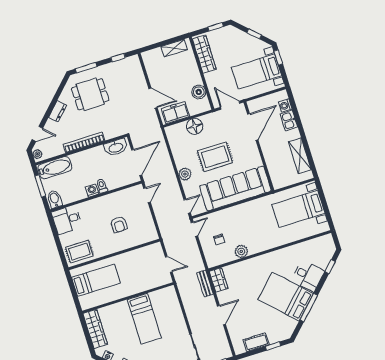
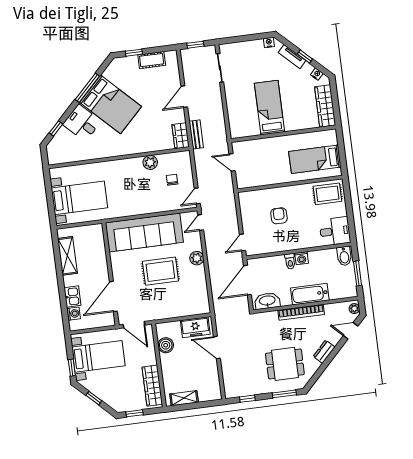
floor lamp: (195, 126) -> (177, 308), removed
bathtub: (55, 168) -> (310, 294), moved

